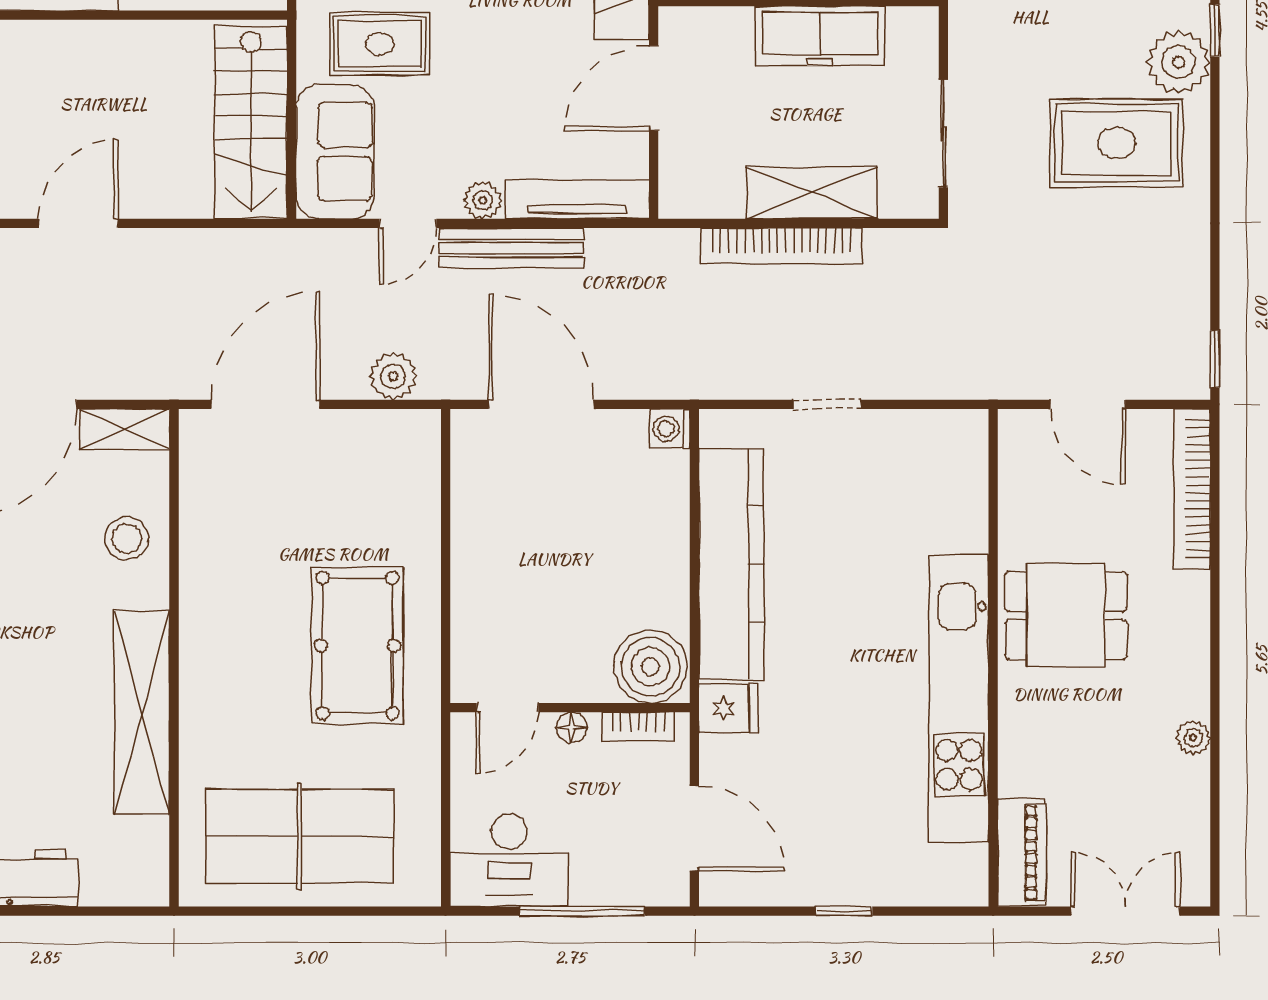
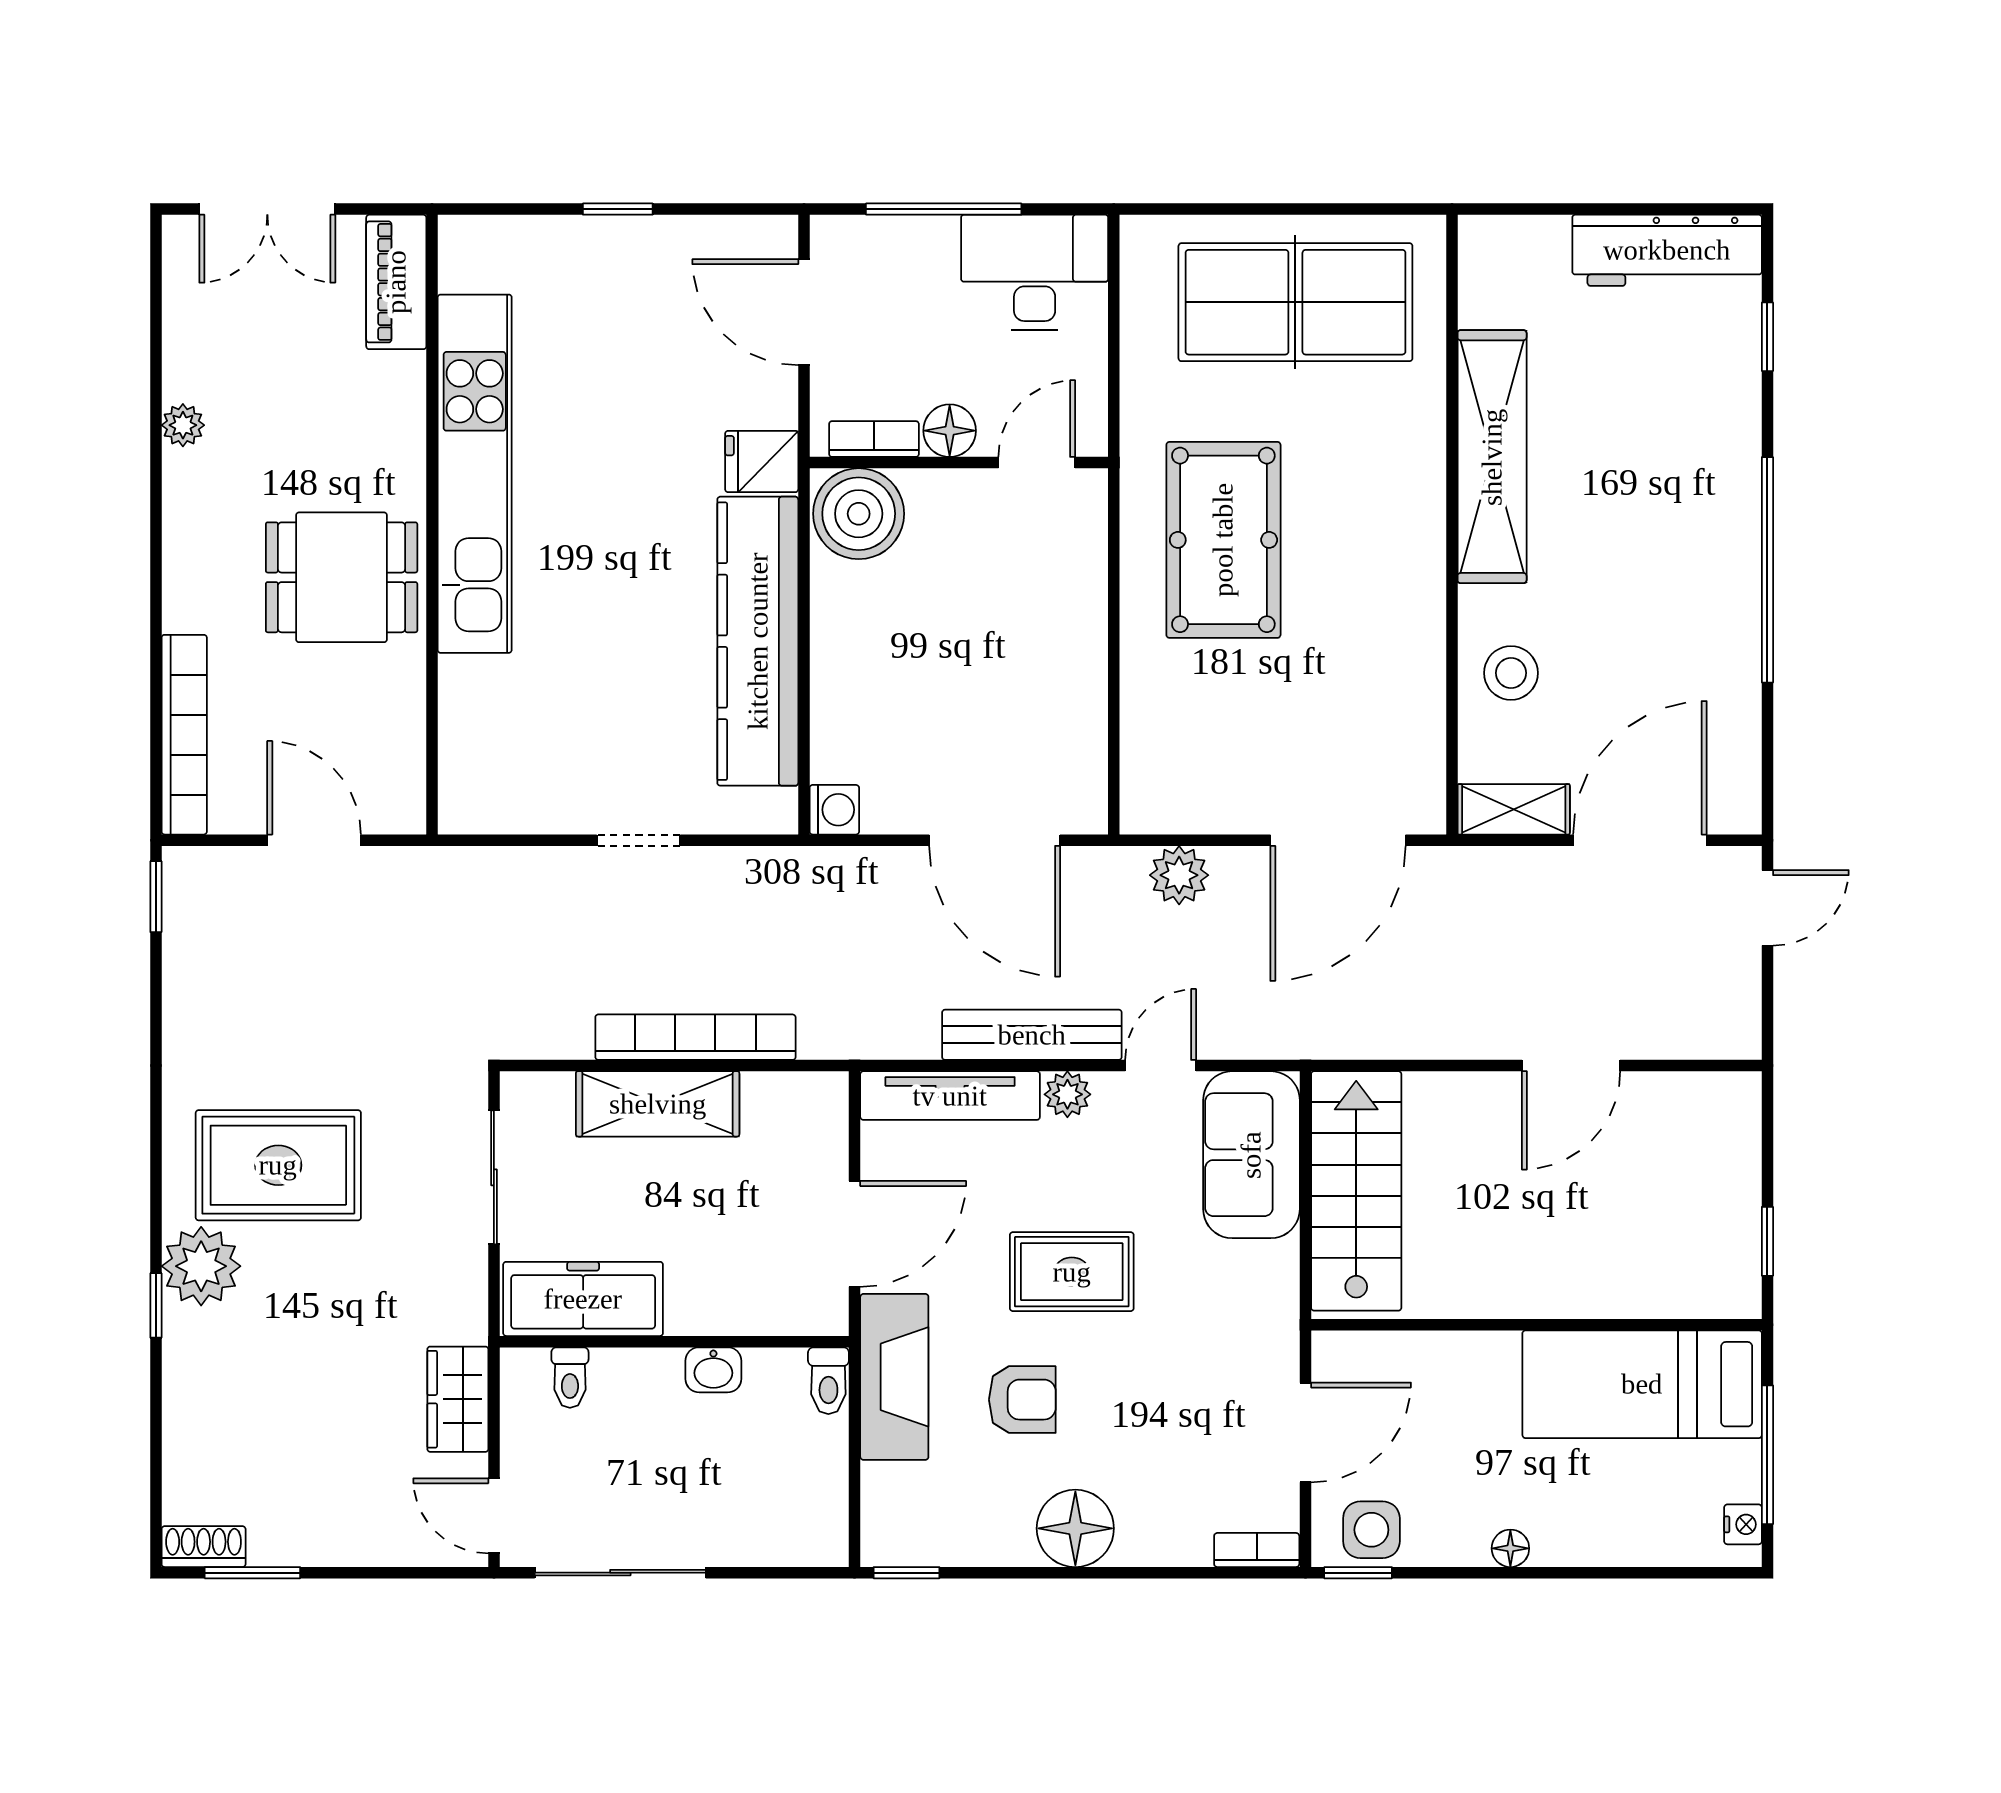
freezer: (820, 36) -> (583, 1299), moved
rug: (380, 44) -> (1072, 1272), moved
floor lamp: (572, 727) -> (950, 431), width x1.37, depth x1.37

